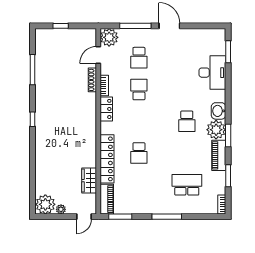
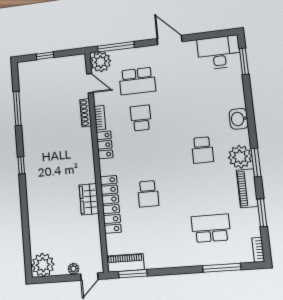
window: (135, 26) -> (116, 47), moved
door: (98, 55) -> (90, 83), swing flipped
school desk: (139, 58) -> (137, 81), width x1.85
desk: (212, 73) -> (219, 52), moved, turned -90
washbasin: (219, 111) -> (239, 119), moved
wardrobe: (89, 181) -> (89, 199), moved
piano: (107, 199) -> (125, 263), moved, turned -90
plant: (61, 209) -> (73, 269), moved
window: (167, 217) -> (222, 268), moved

